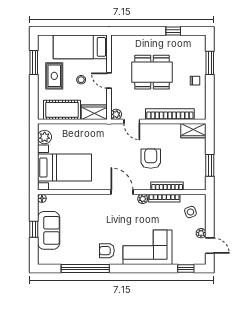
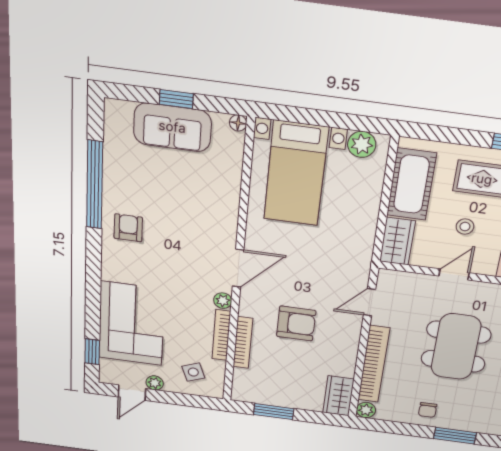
plant: (116, 114) -> (366, 410), moved
corner sofa: (148, 247) -> (131, 324), moved

